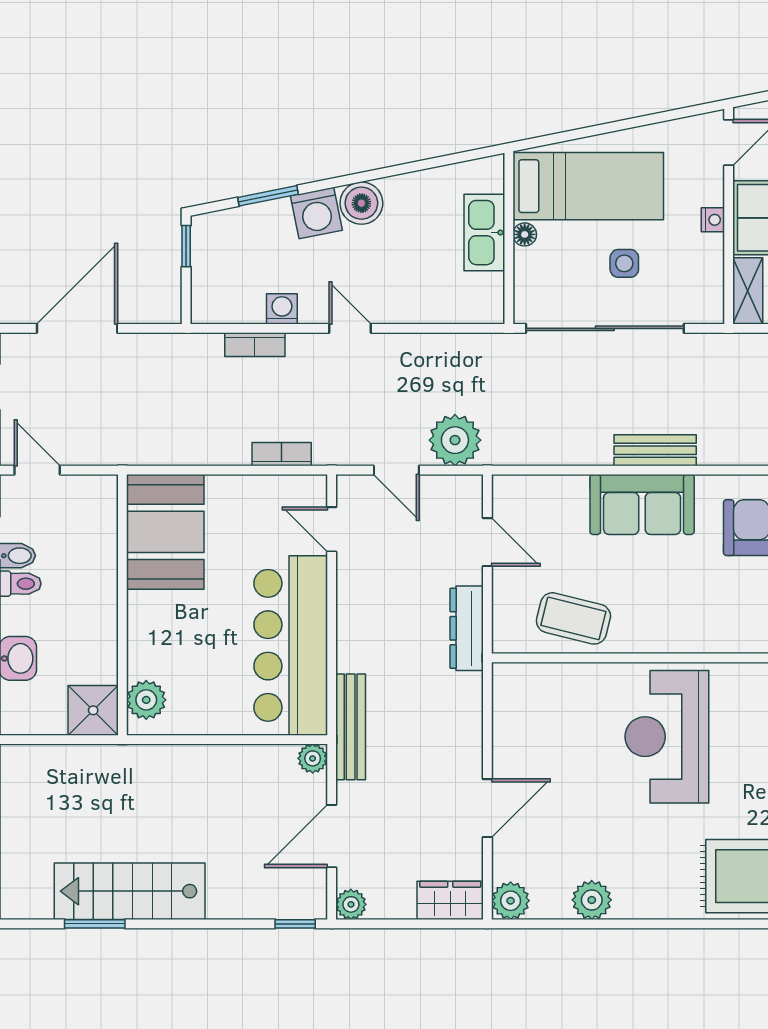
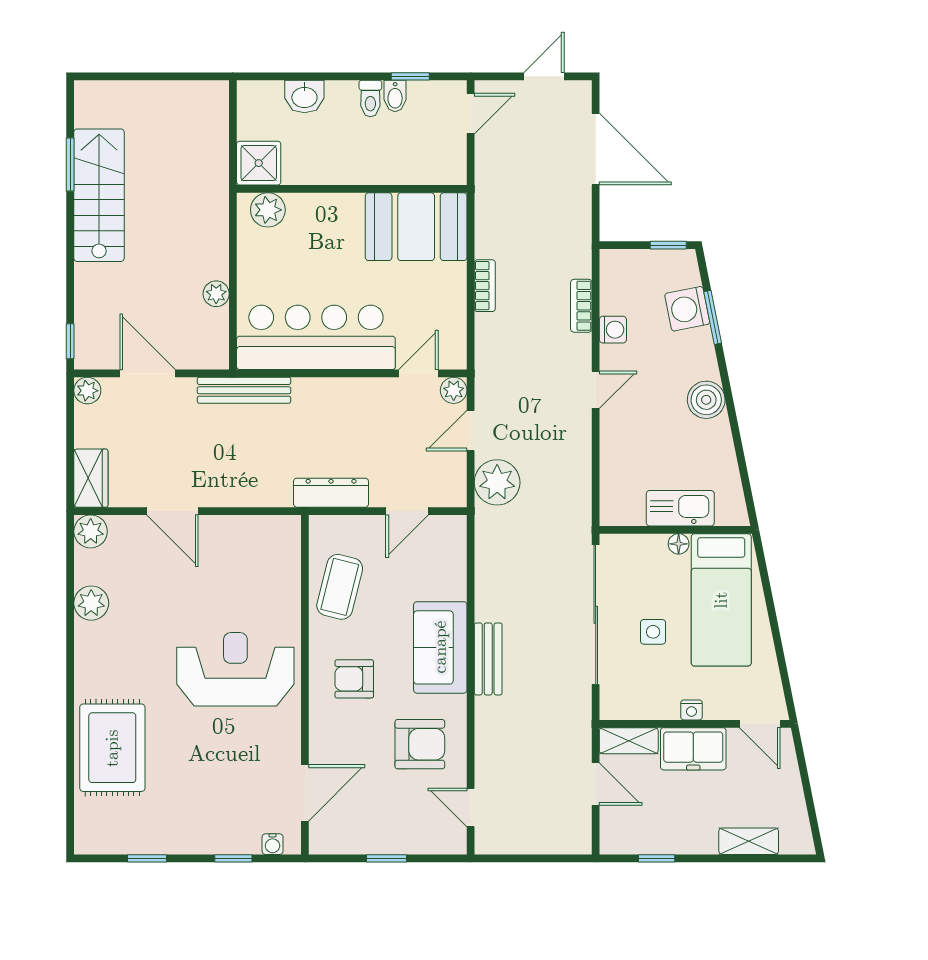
washing machine: (316, 213) -> (687, 309), moved
bookcase: (282, 454) -> (485, 286), moved
plant: (351, 489) -> (454, 390), added
armchair: (678, 602) -> (354, 679), added
plant: (313, 758) -> (216, 294), moved

